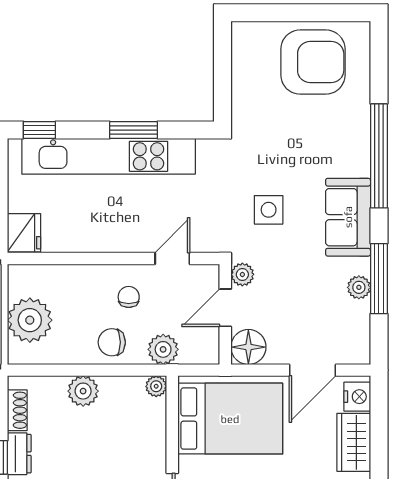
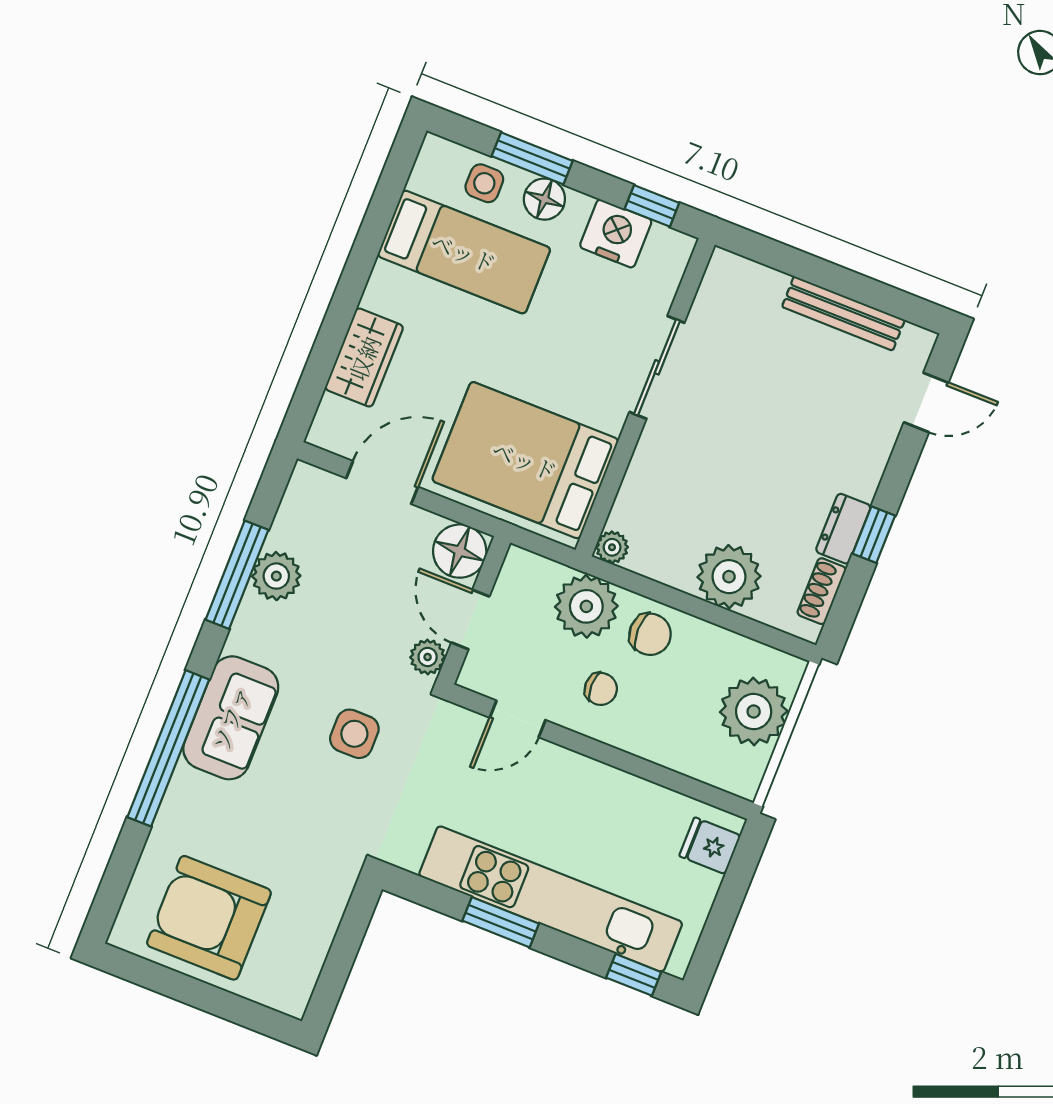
sofa: (348, 217) -> (231, 718), moved
fridge: (24, 233) -> (710, 846), width x0.72
plant: (359, 287) -> (276, 576), width x1.38, depth x1.38
chair: (129, 297) -> (601, 689), turned -90
door: (225, 308) -> (470, 620), swing flipped
plant: (163, 349) -> (586, 606), width x1.36, depth x1.36
plant: (83, 391) -> (729, 577), width x1.36, depth x1.36
nightstand: (357, 397) -> (334, 420), removed

